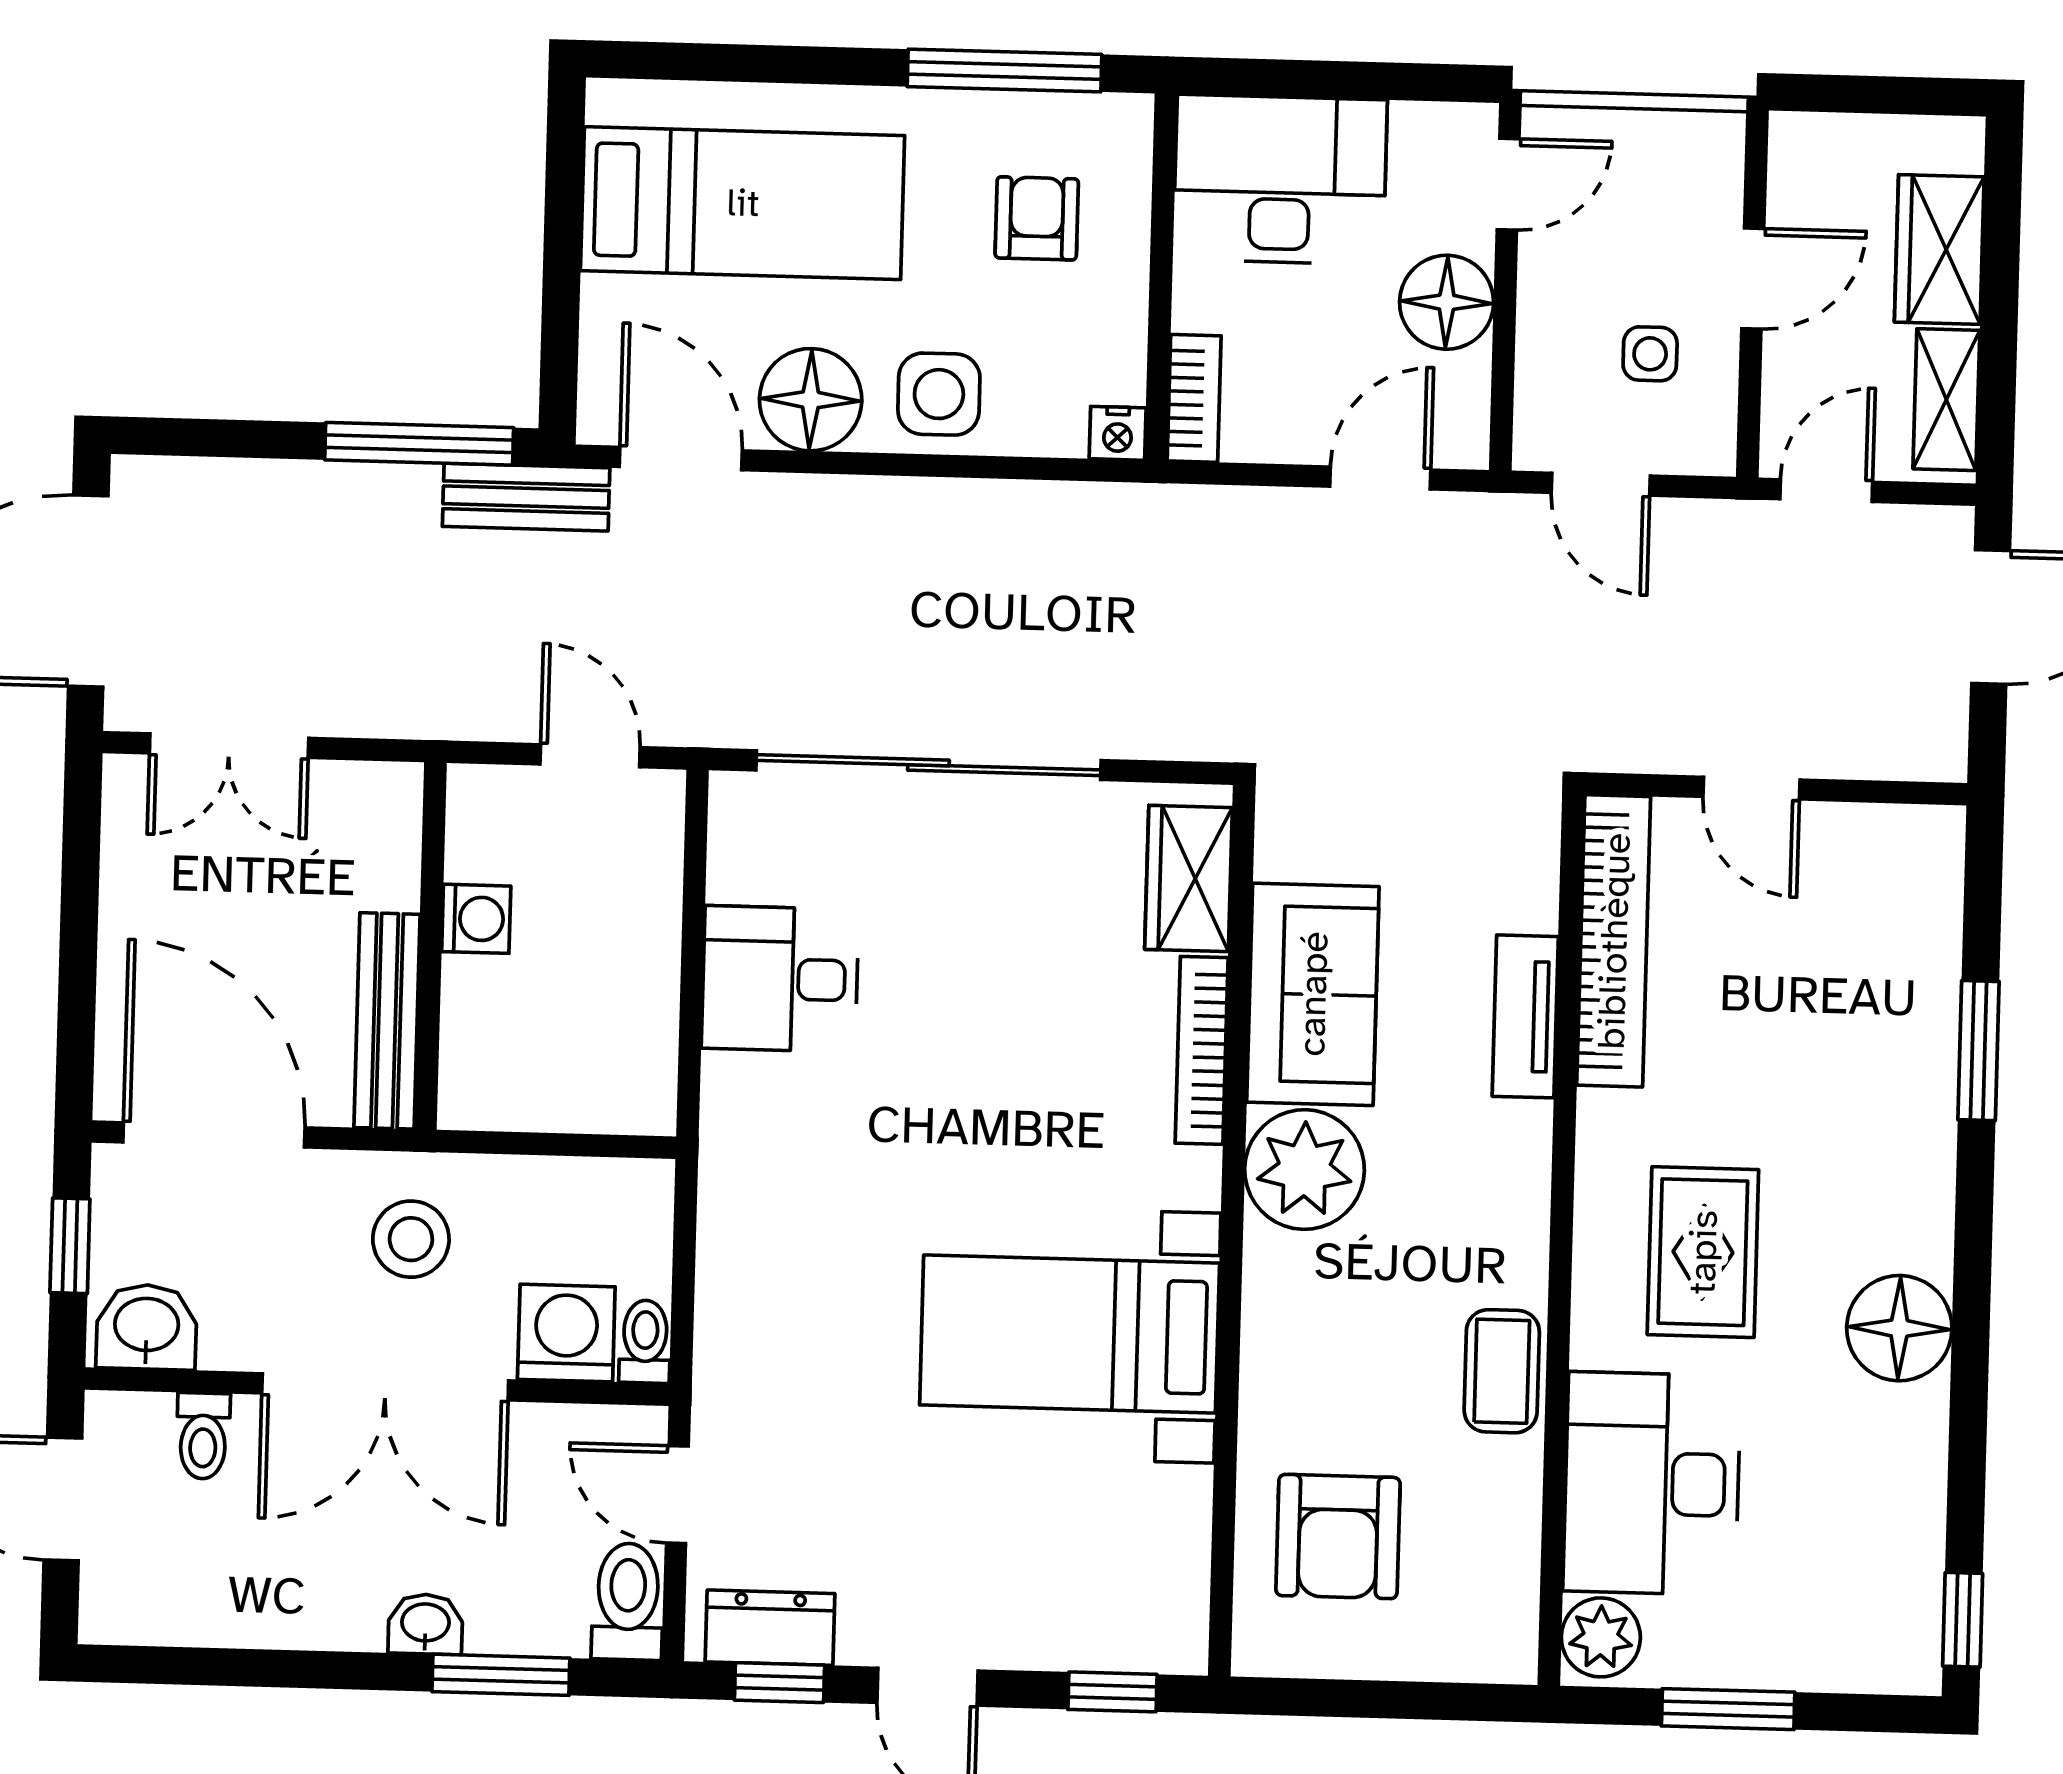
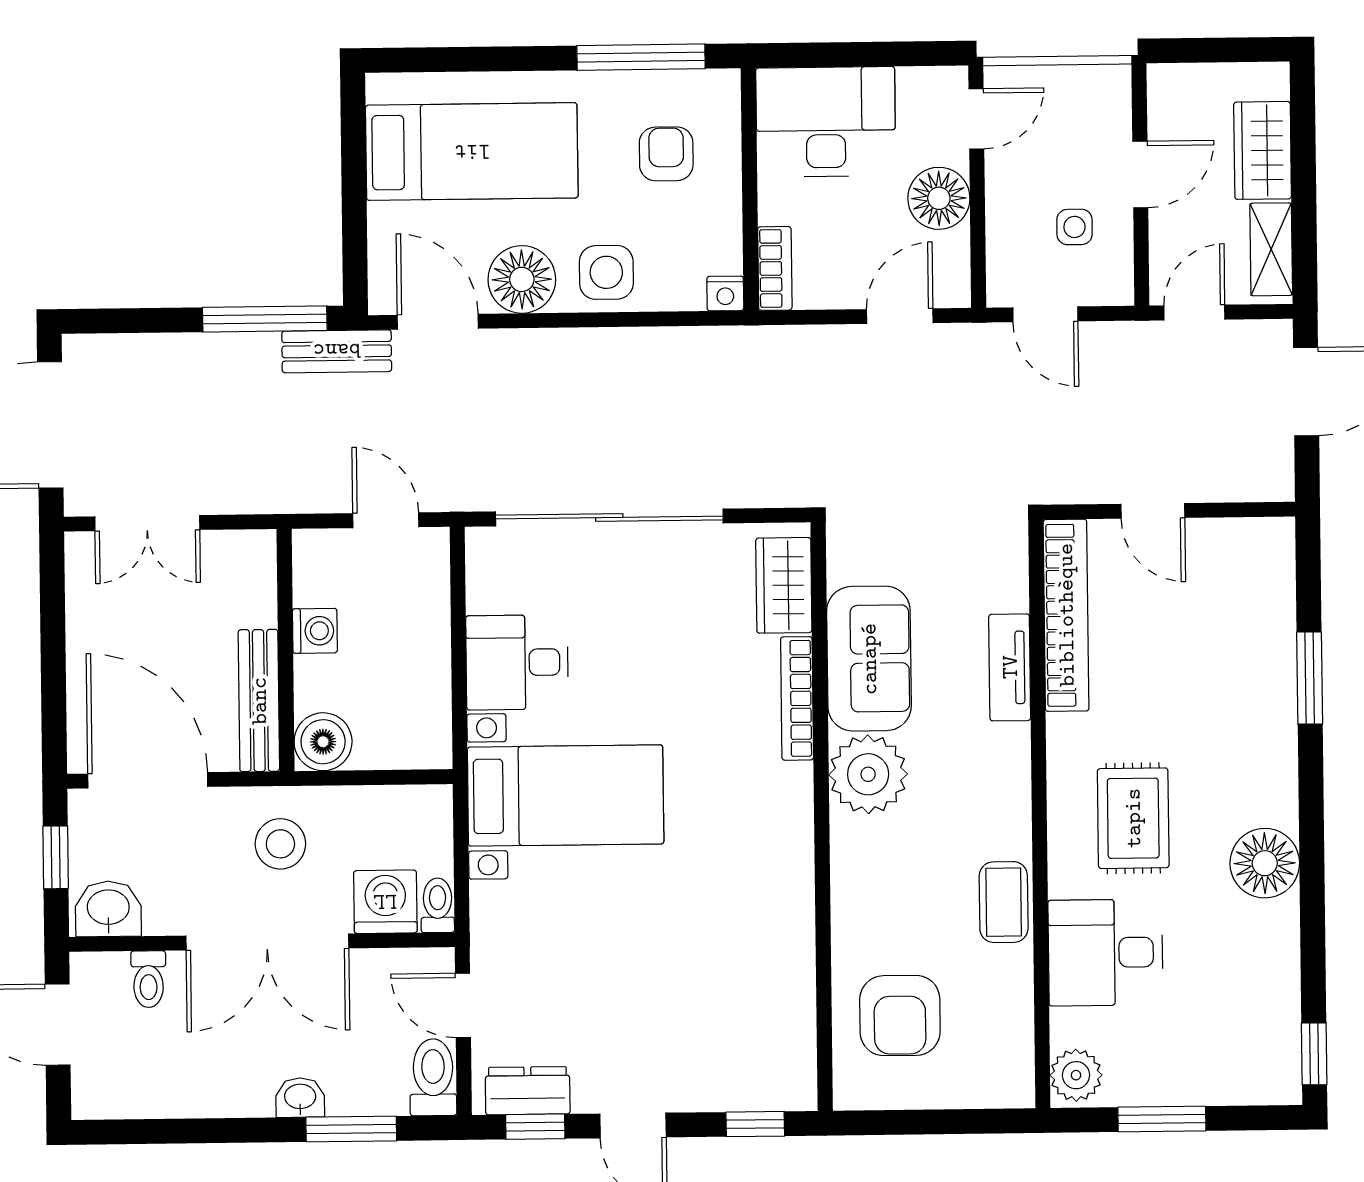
boiler: (482, 1087) -> (323, 742), added
bed with nightstands: (1070, 1334) -> (566, 795), moved, turned 180
desk: (1652, 1483) -> (1105, 953), width x0.73

